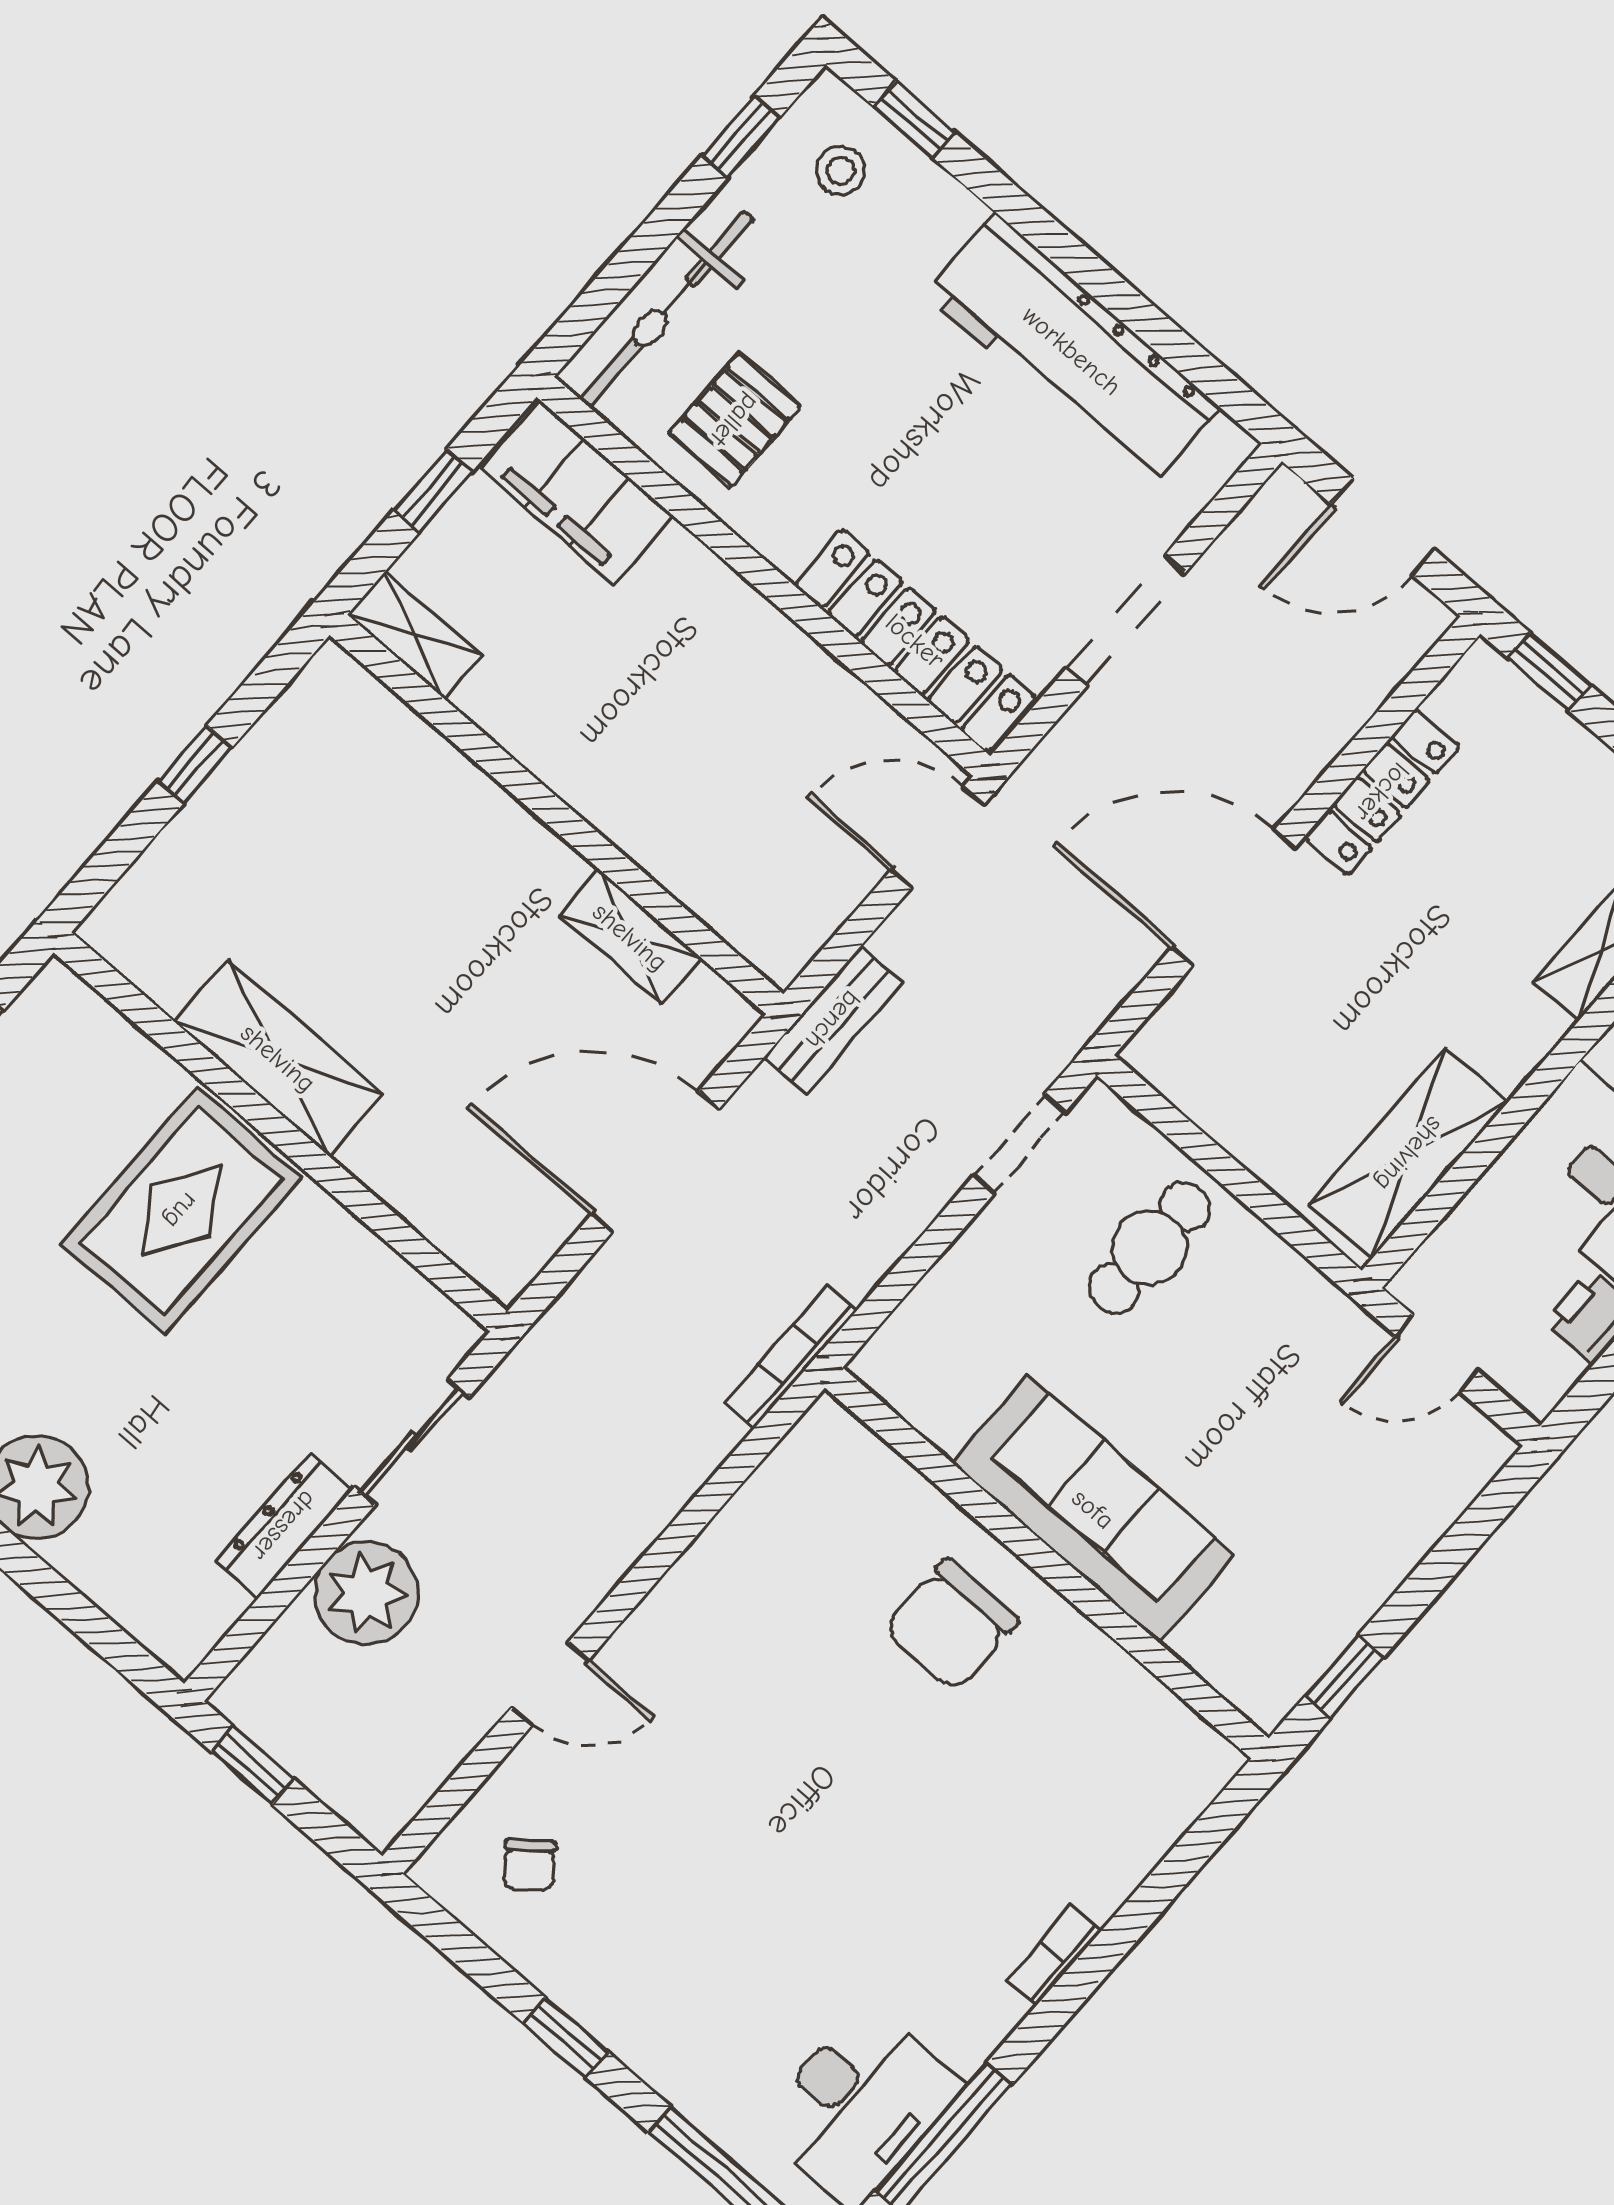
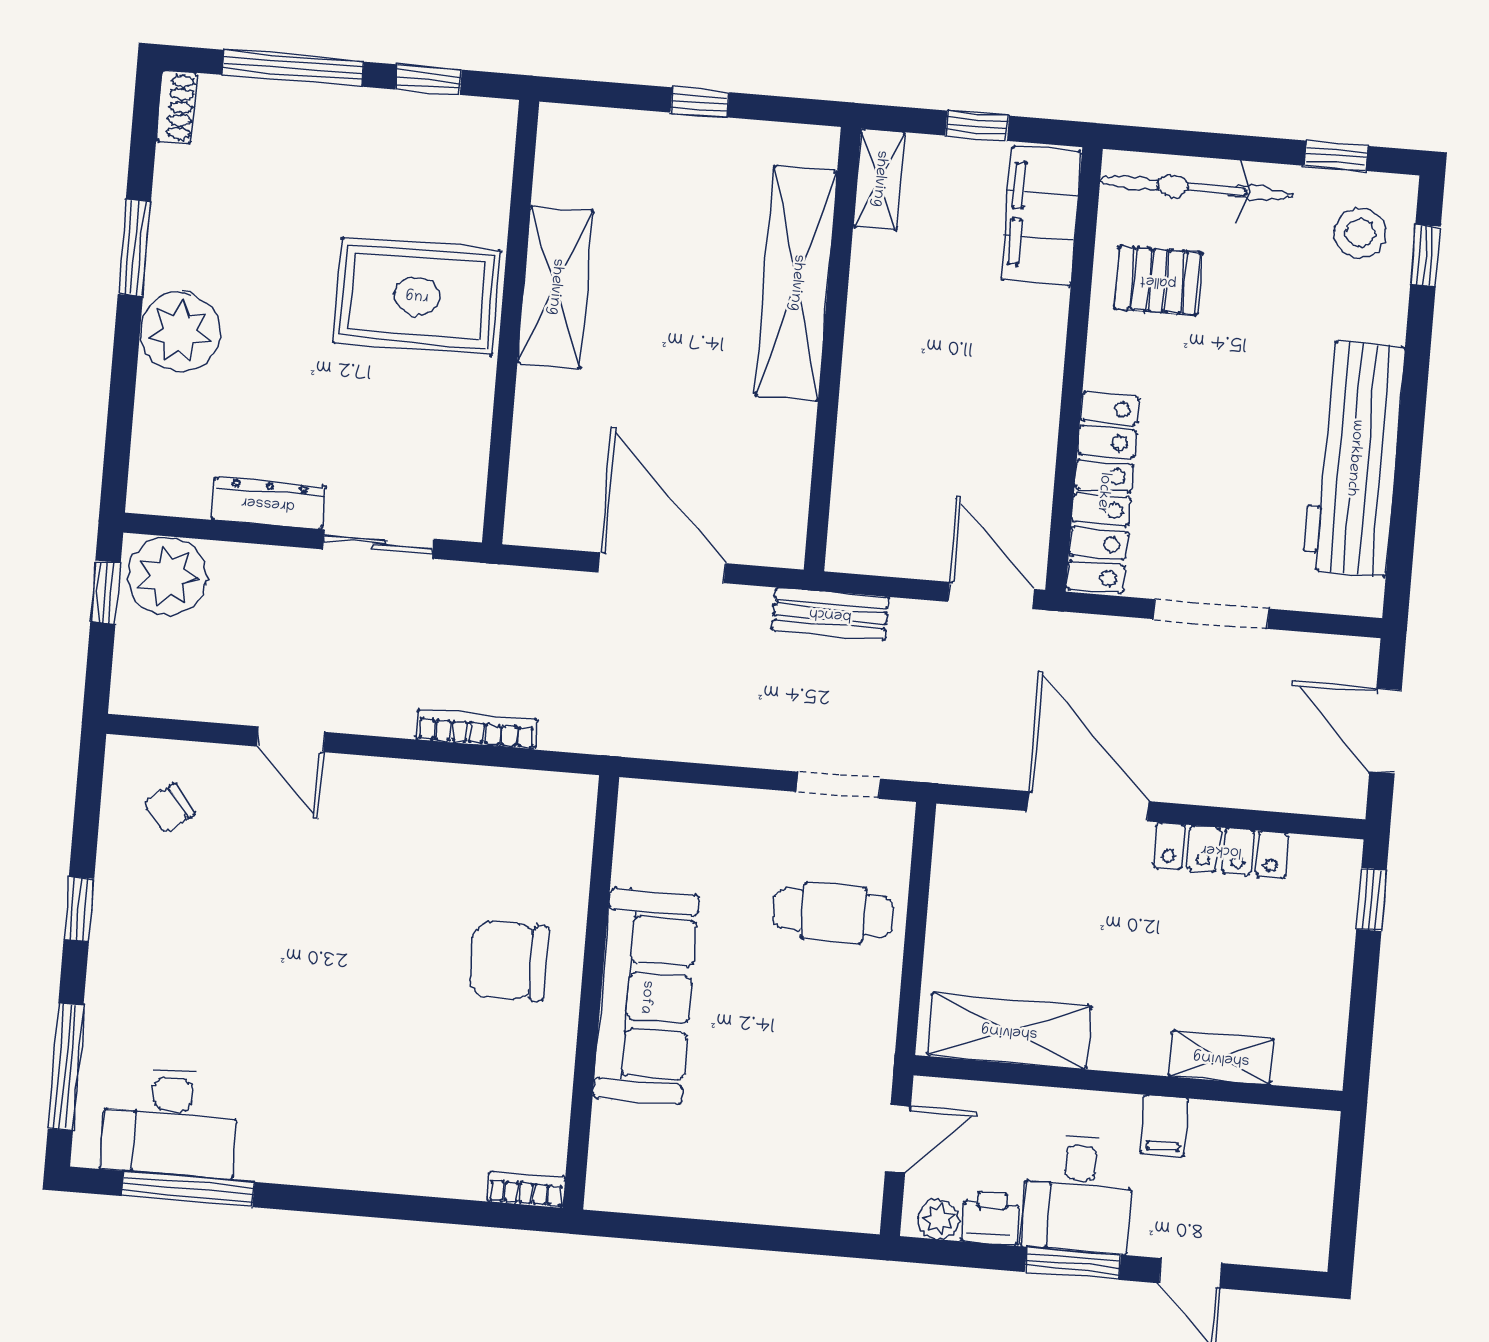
stool: (841, 171) -> (1360, 233), width x1.37, depth x1.37
shelving: (630, 937) -> (796, 283), moved, width x2.20, depth x1.33
door: (1437, 1353) -> (898, 1139), swing flipped
bookcase: (790, 1357) -> (476, 729), moved
plant: (1552, 1373) -> (938, 1219), added
plant: (366, 1593) -> (167, 576), moved
window: (1344, 1677) -> (655, 1228), removed
bookcase: (1054, 1955) -> (526, 1190), moved

